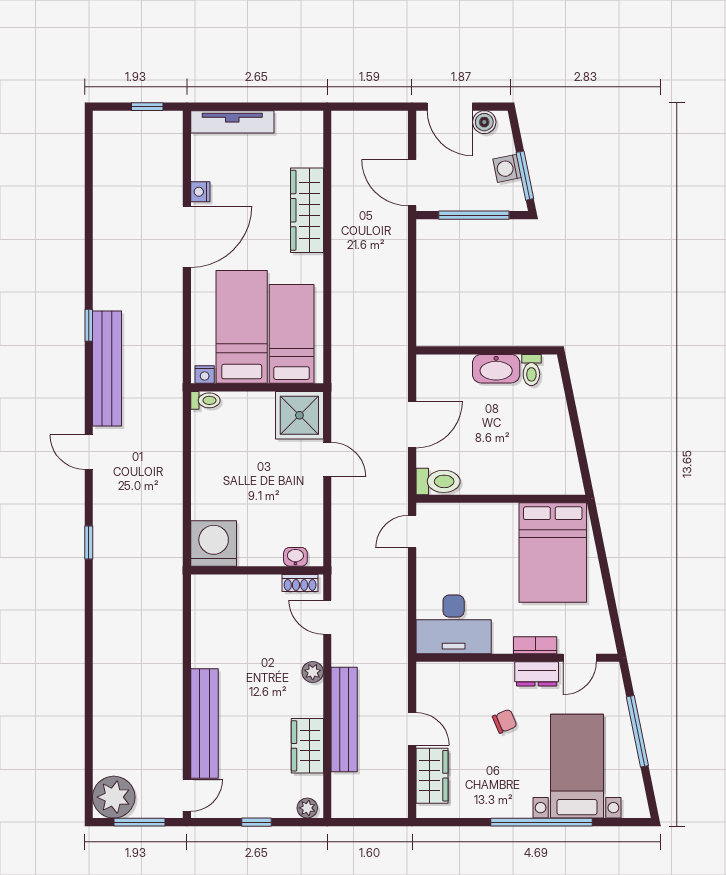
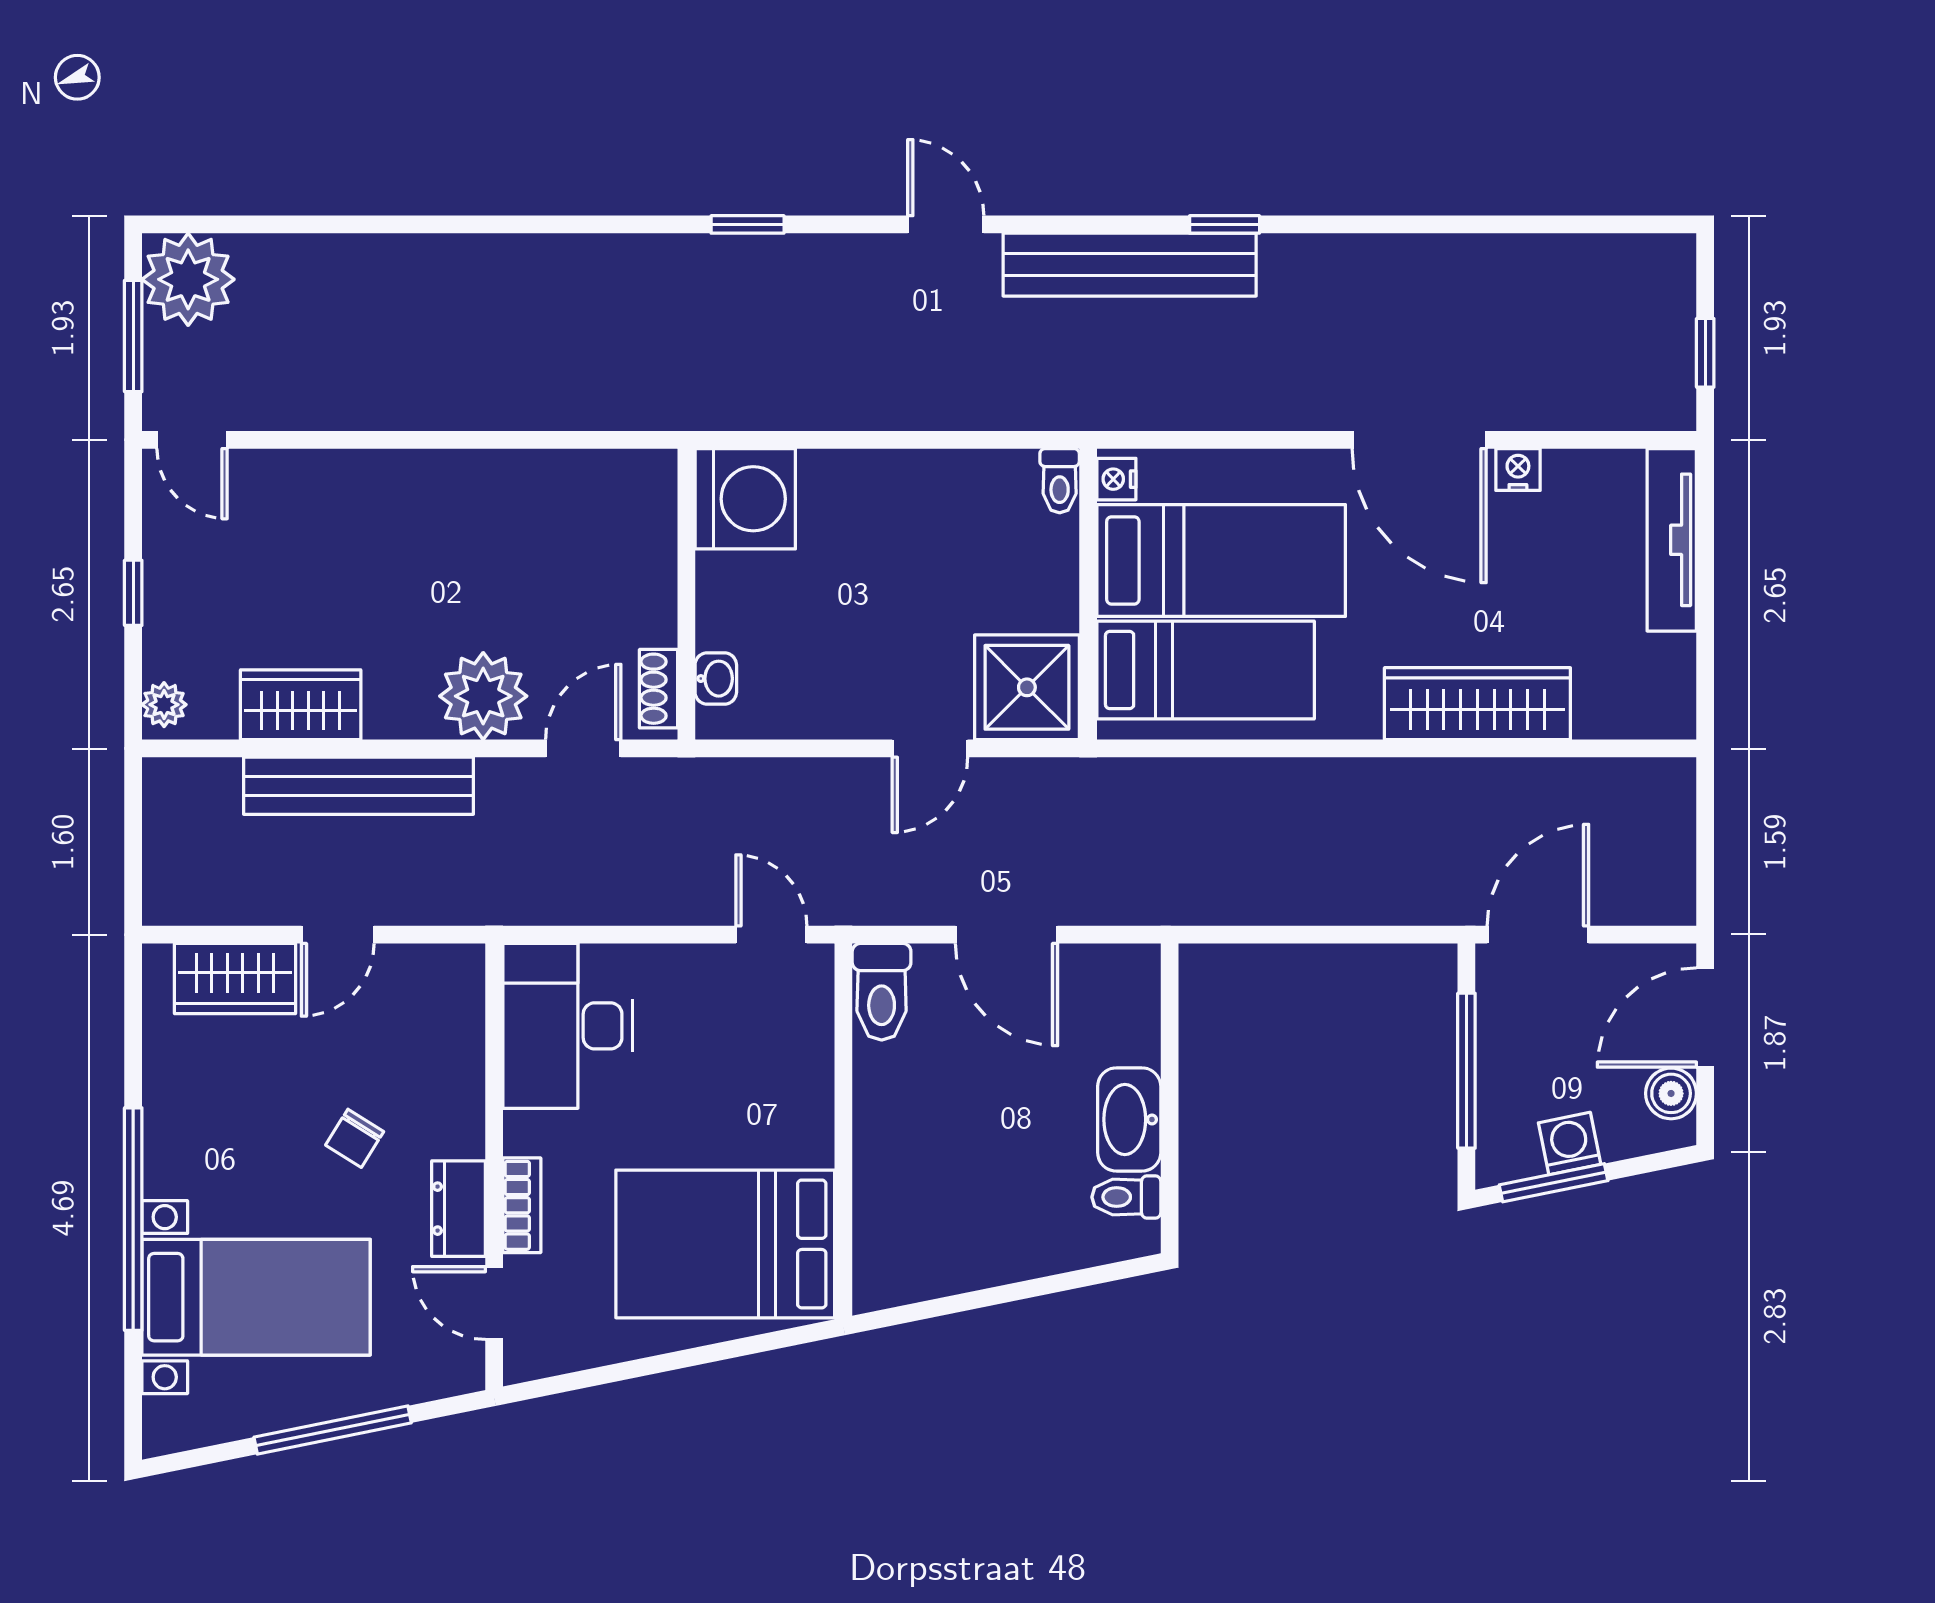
door: (89, 452) -> (946, 224), hinge flipped
plant: (313, 672) -> (483, 696), width x1.88, depth x1.88
chair: (505, 721) -> (355, 1138), turned 55
bench: (204, 724) -> (350, 479), removed

